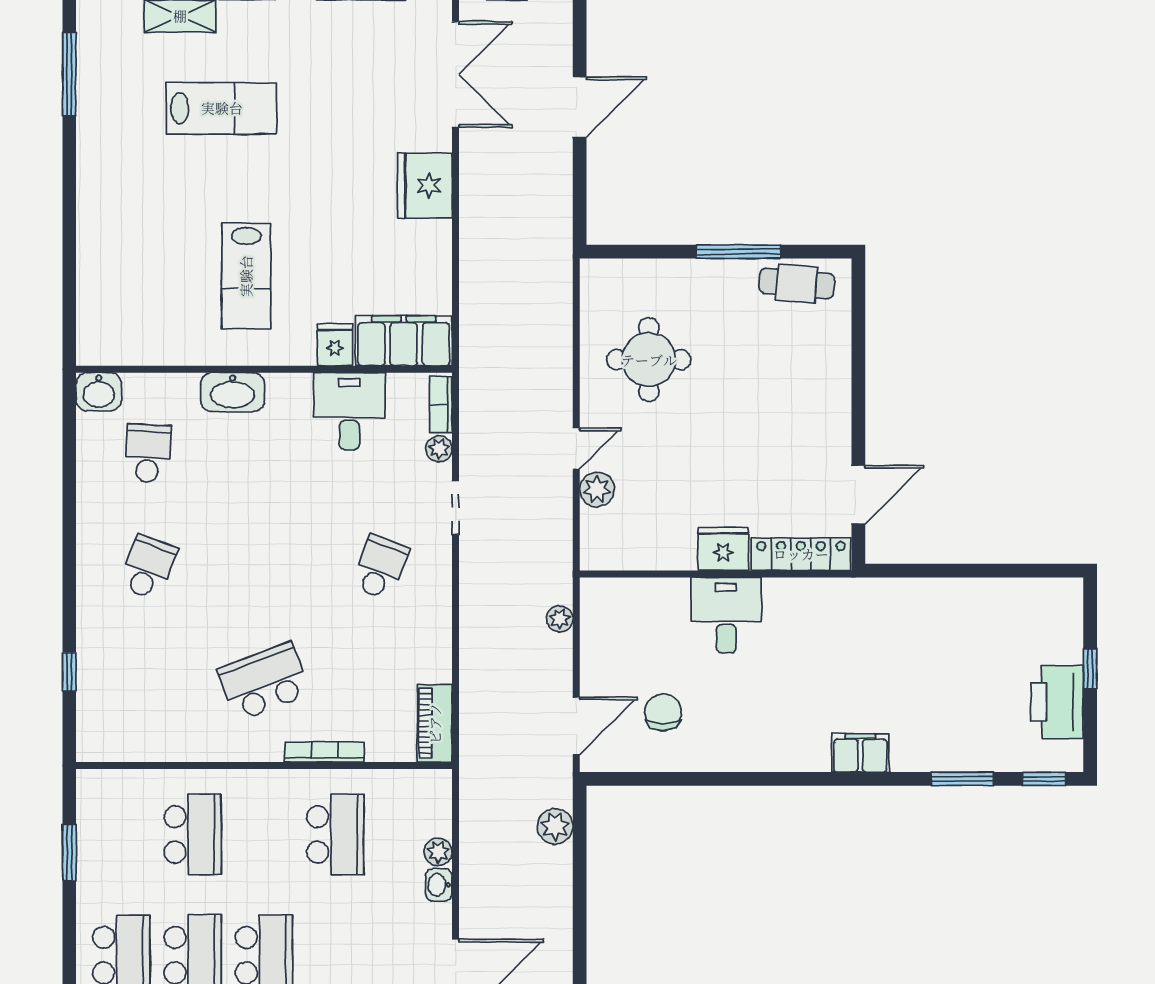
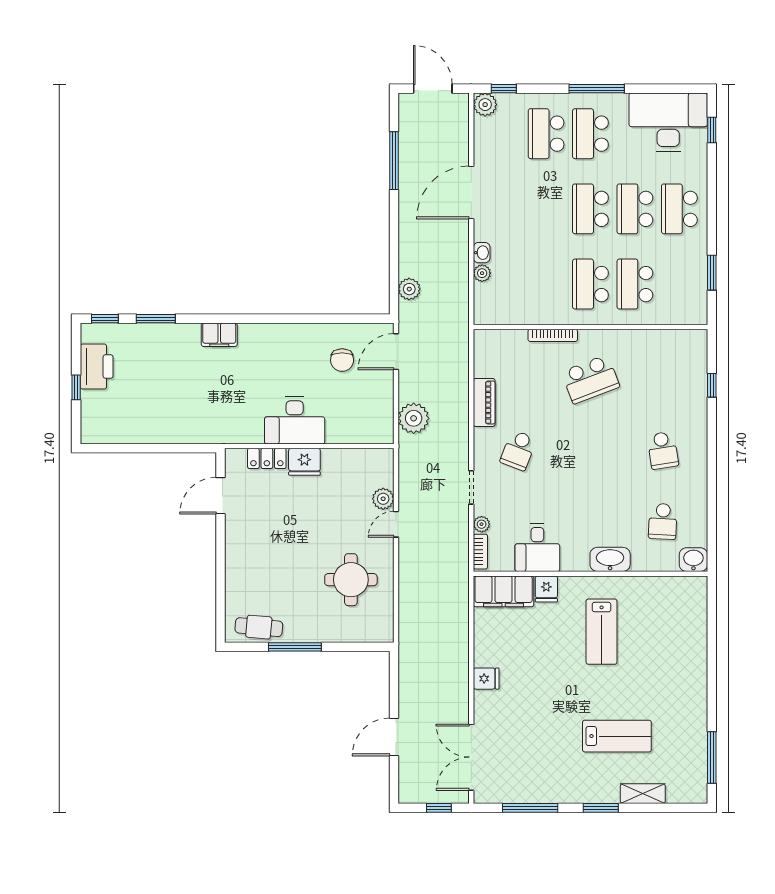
lab bench: (222, 108) -> (617, 736), turned 180
fridge: (425, 186) -> (486, 679), width x0.53, depth x0.75
lab bench: (246, 276) -> (602, 632), turned 180
locker: (801, 554) -> (267, 458), width x0.66
school desk: (148, 567) -> (663, 450), turned -30
desk: (726, 615) -> (295, 420), width x1.37
plant: (560, 619) -> (414, 418), width x1.88, depth x1.88
piano: (435, 723) -> (484, 402), moved
school desk: (335, 834) -> (590, 284), moved

